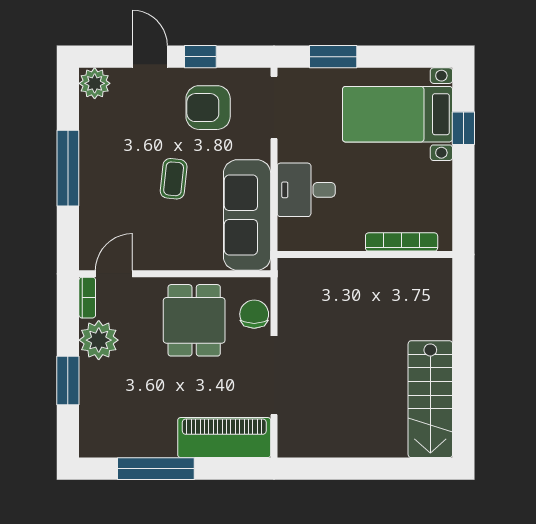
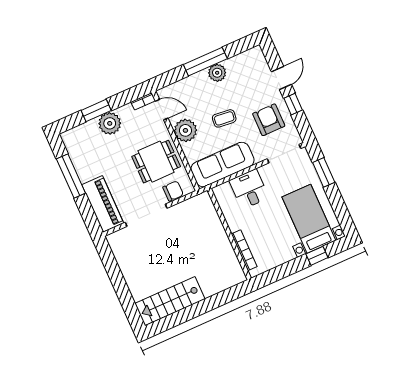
plant: (95, 83) -> (217, 73), moved
plant: (165, 250) -> (185, 130), added
plant: (99, 340) -> (110, 123), moved

